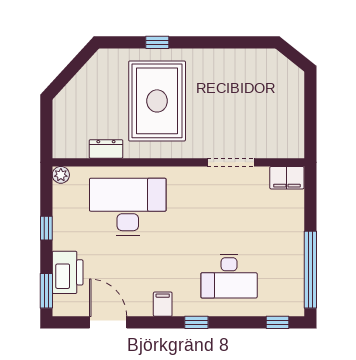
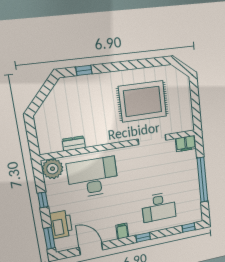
window: (157, 42) -> (84, 70), moved
rug: (157, 101) -> (143, 101), moved, turned 90
plant: (61, 175) -> (52, 169), width x1.88, depth x1.88
window: (310, 270) -> (202, 180), moved

